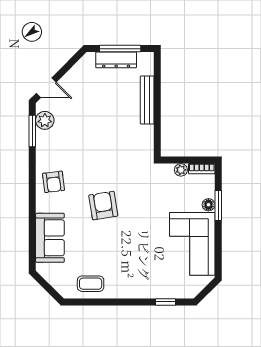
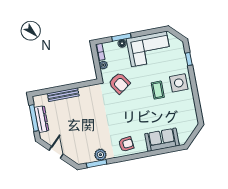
door: (46, 88) -> (56, 152), moved
plant: (45, 120) -> (100, 155), moved
armchair: (103, 206) -> (119, 83), moved, turned -116
side table: (132, 280) -> (179, 83), added
coffee table: (91, 284) -> (158, 90), moved

